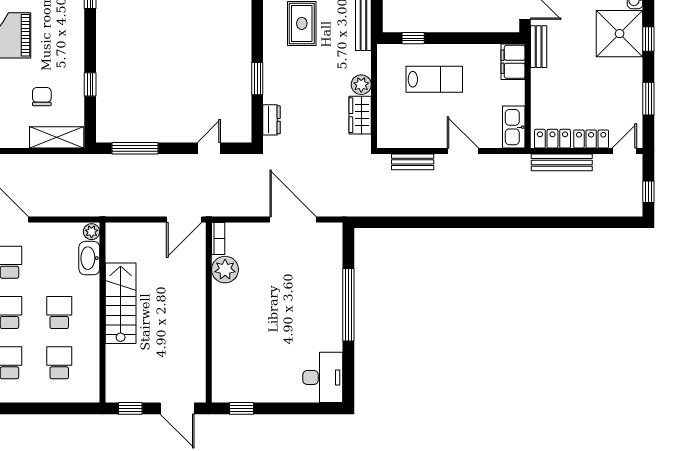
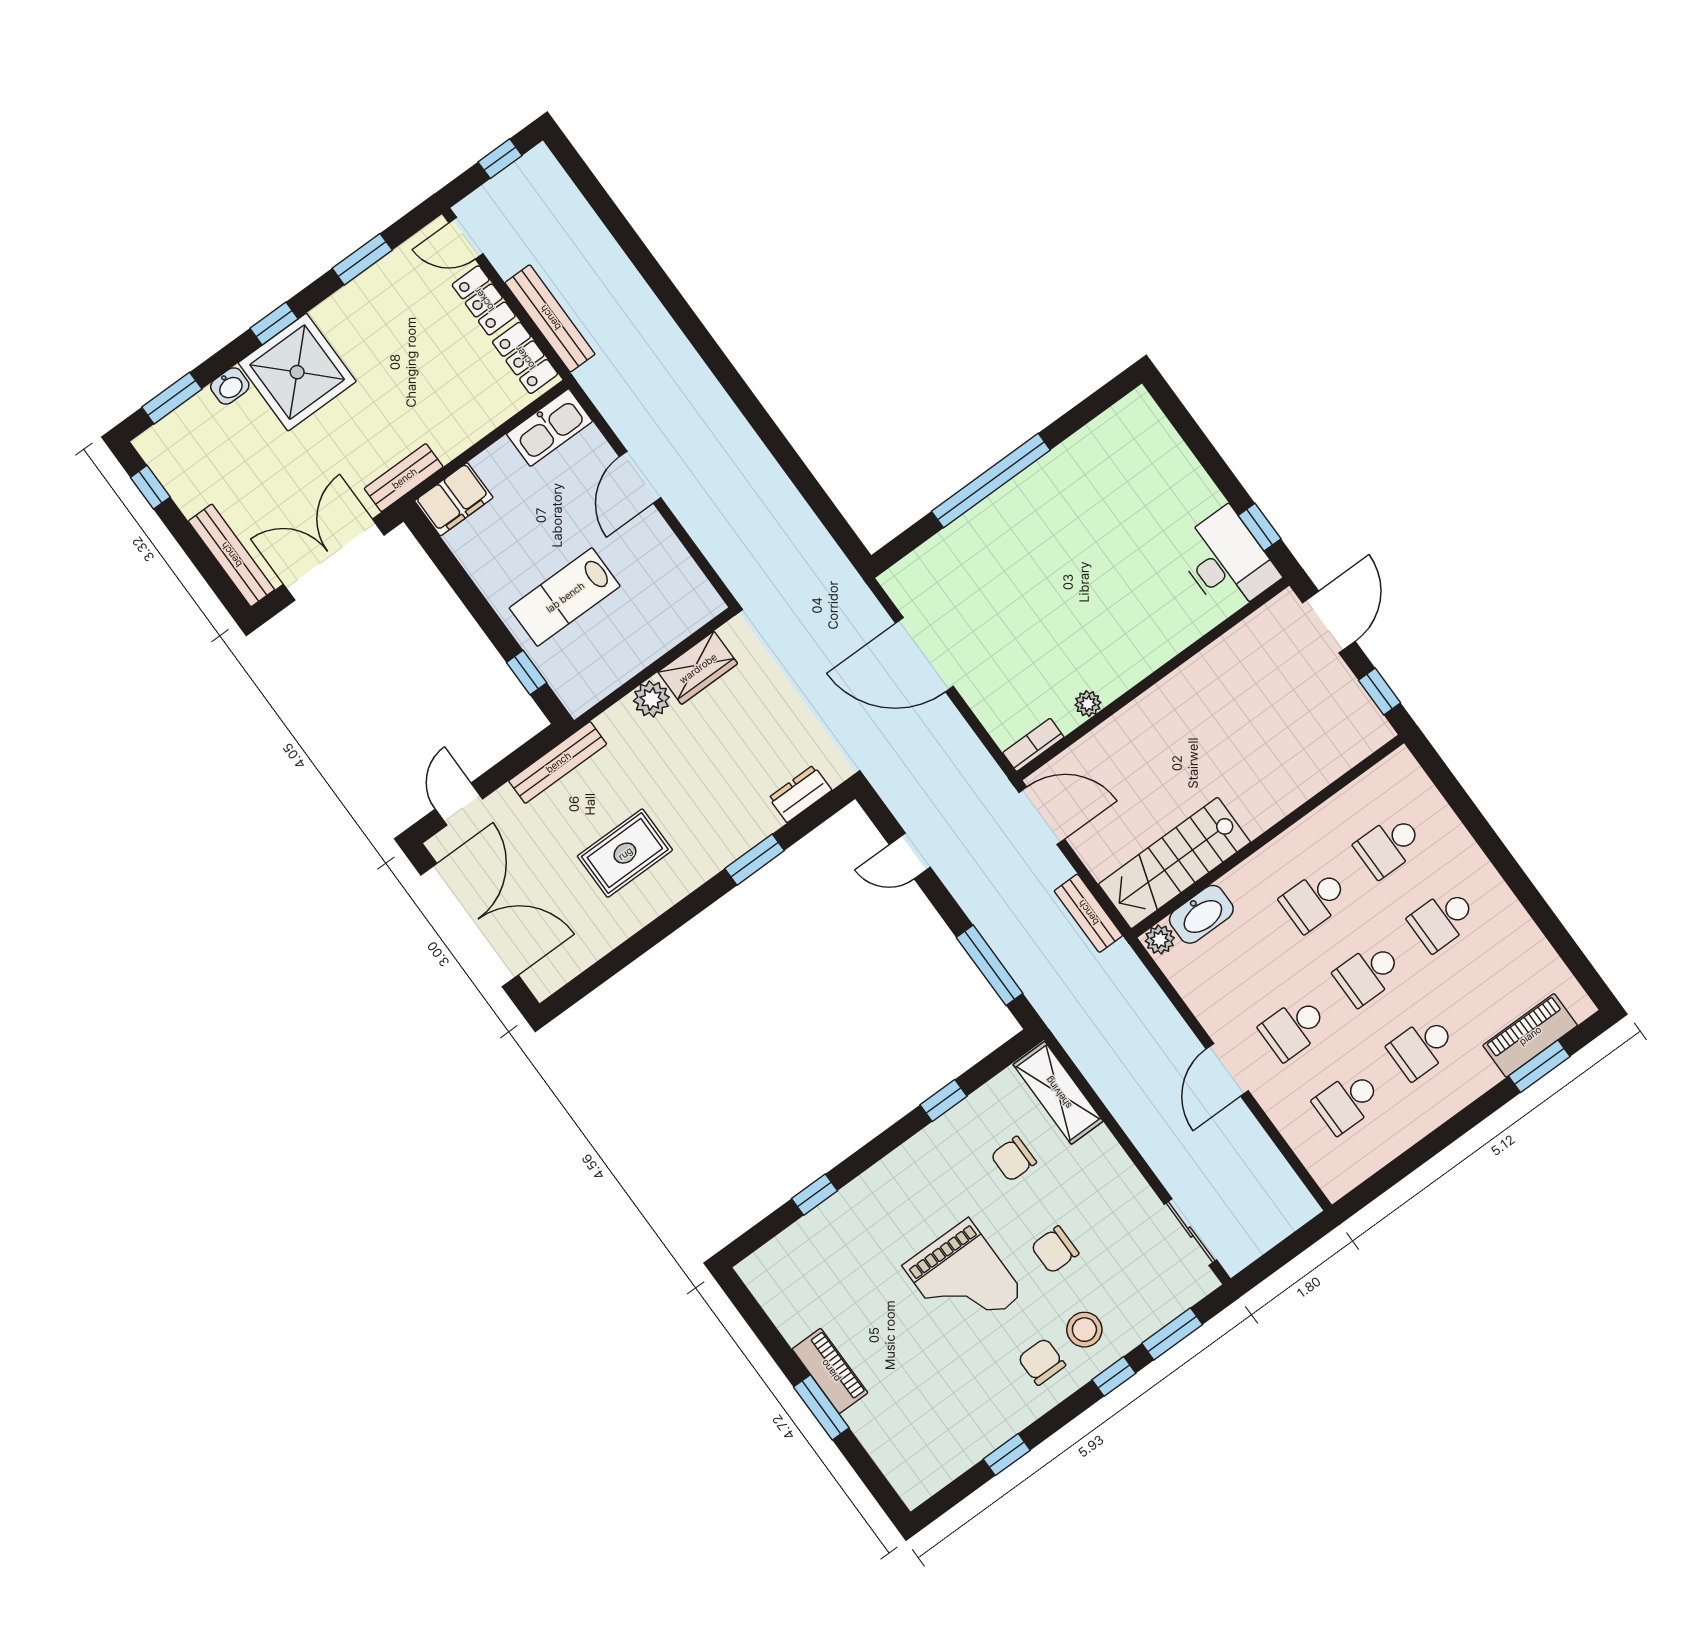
lab bench: (434, 79) -> (565, 597), turned -90
bench: (413, 162) -> (1088, 913), moved
door: (293, 219) -> (924, 655), hinge flipped
plant: (225, 270) -> (1088, 704), width x0.53, depth x0.53
stairs: (121, 303) -> (1174, 863), moved
desk: (323, 377) -> (1227, 561), moved, turned 90

